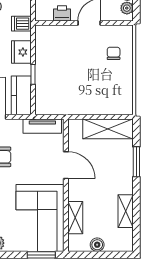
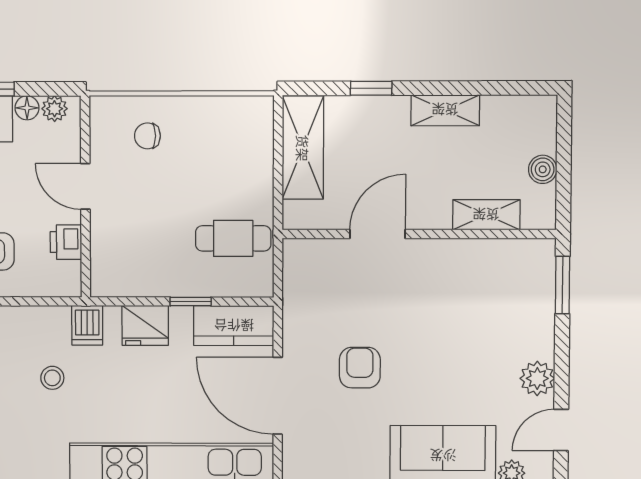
cafe table: (64, 95) -> (233, 238), added
tv unit: (42, 126) -> (297, 282), removed
window: (136, 162) -> (371, 88), width x0.67
shelving: (126, 211) -> (445, 110), moved
corner sofa: (40, 218) -> (486, 287), removed

